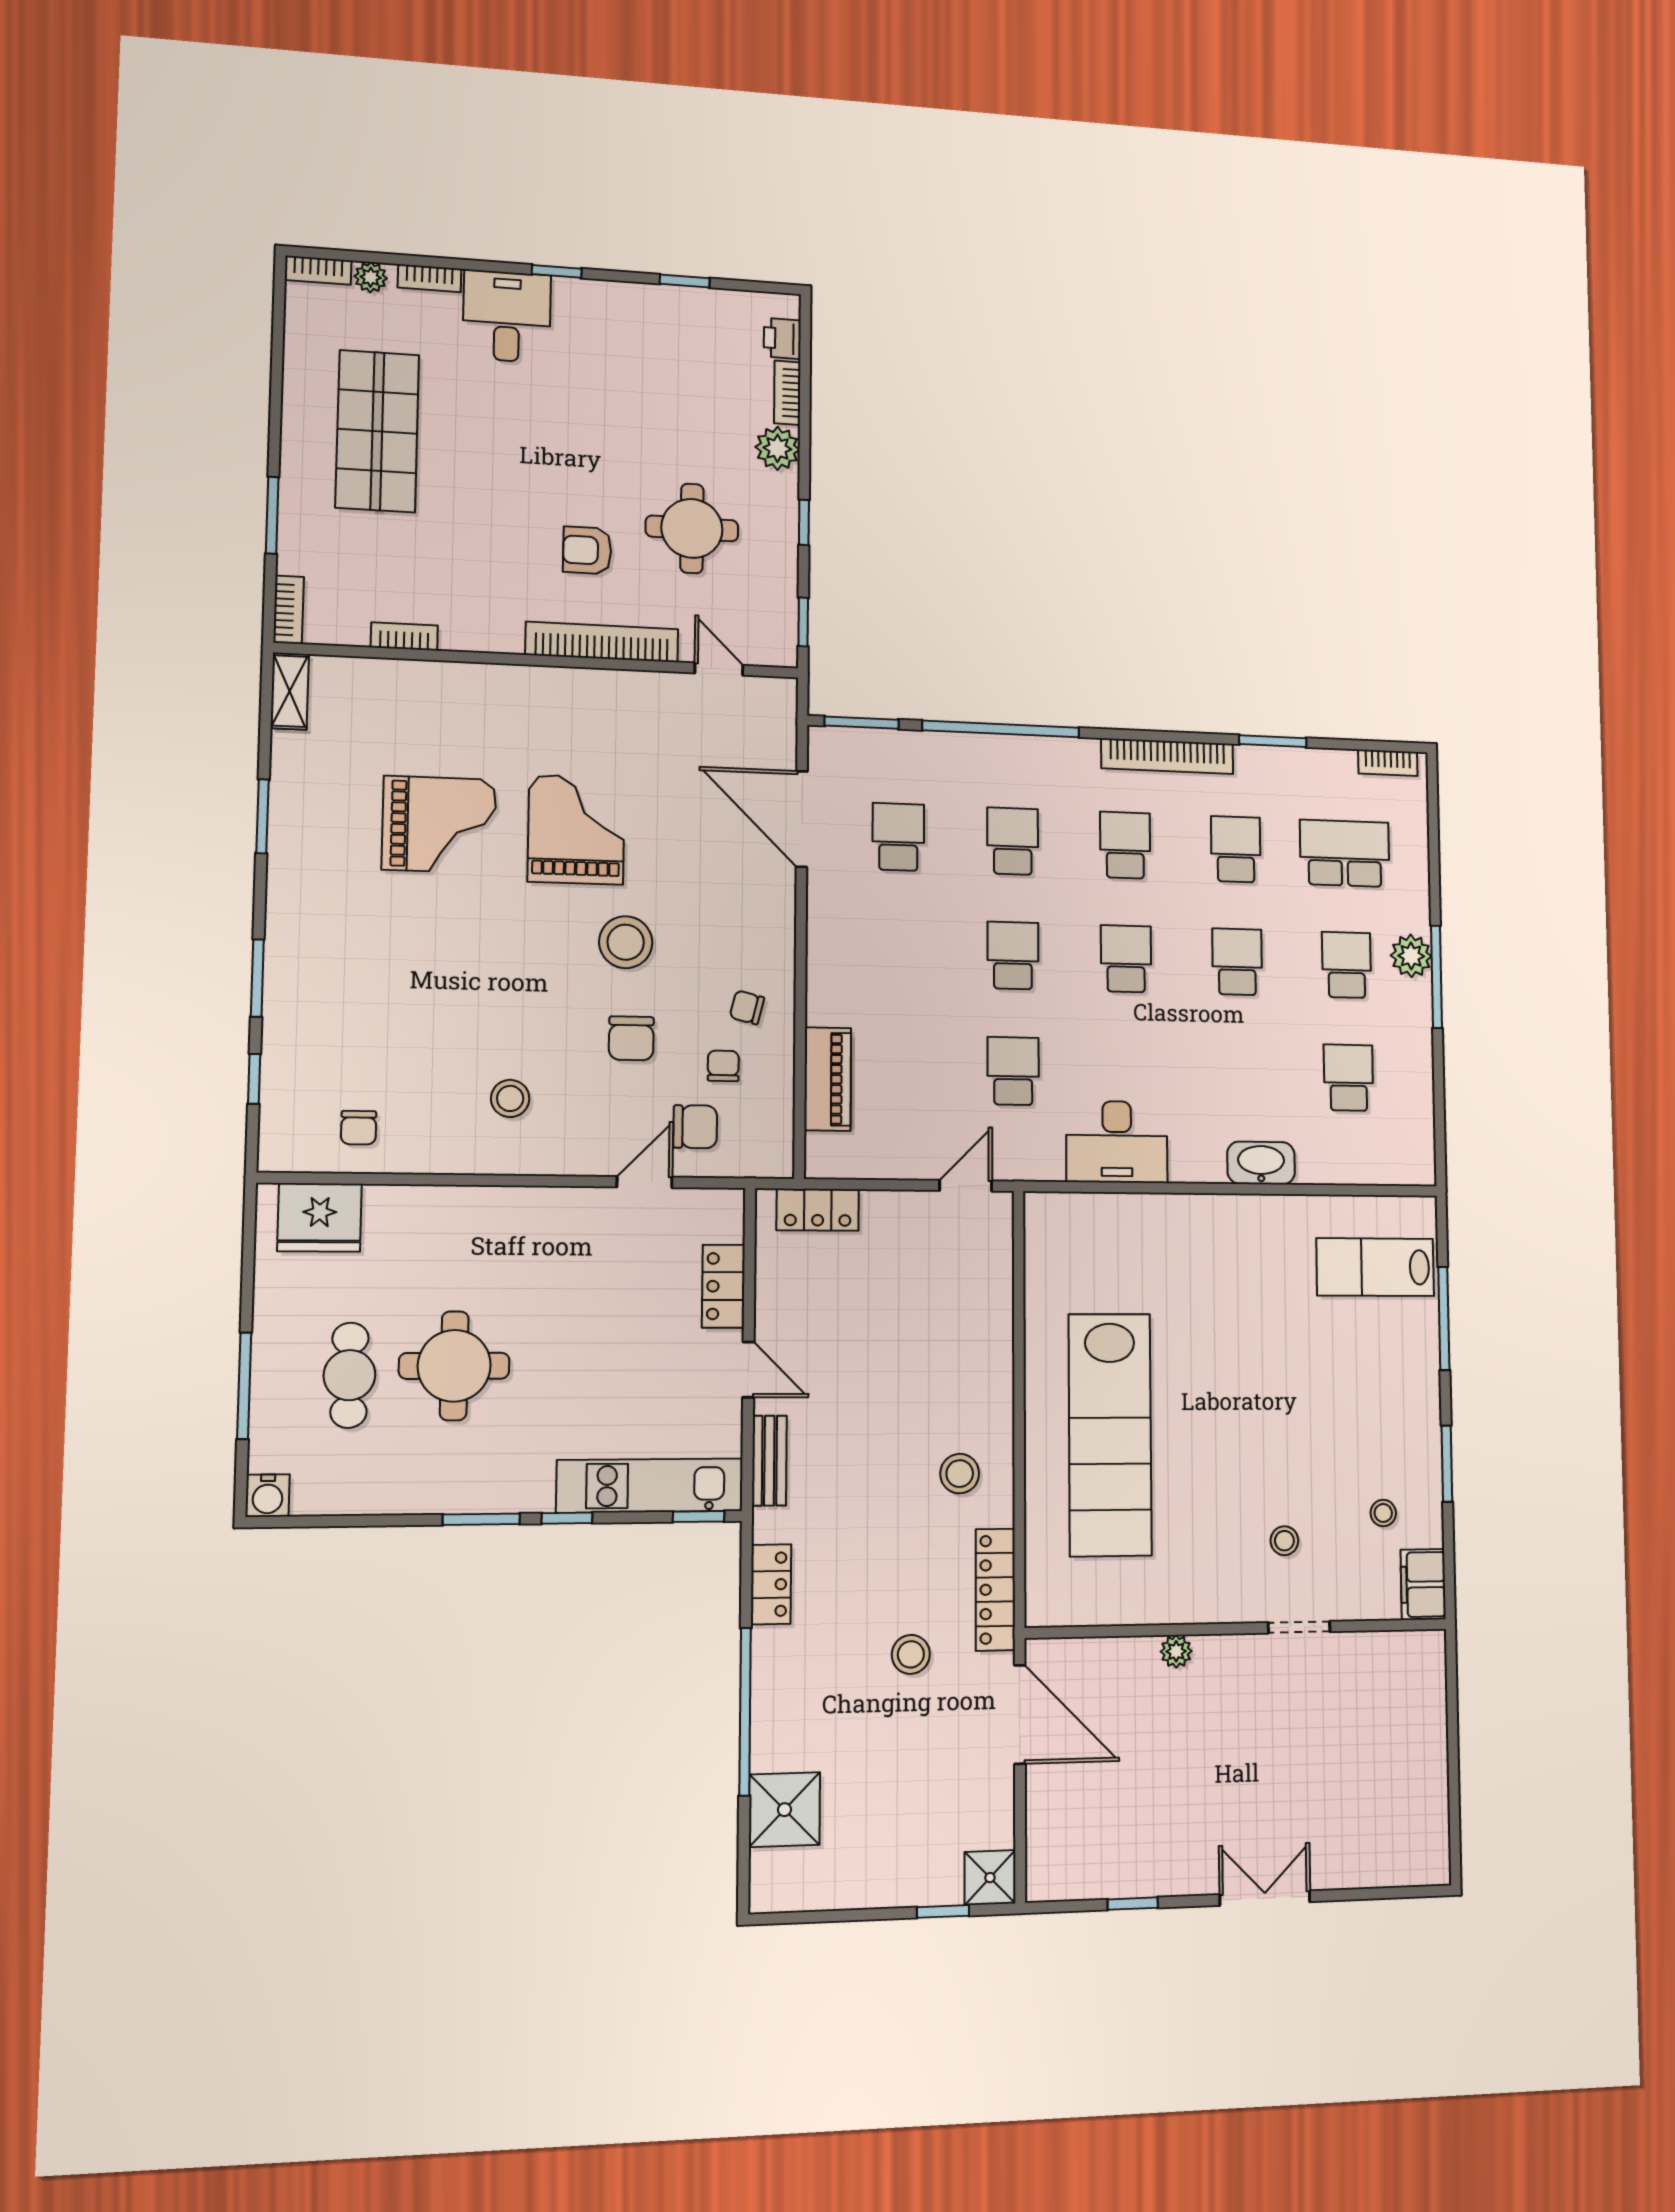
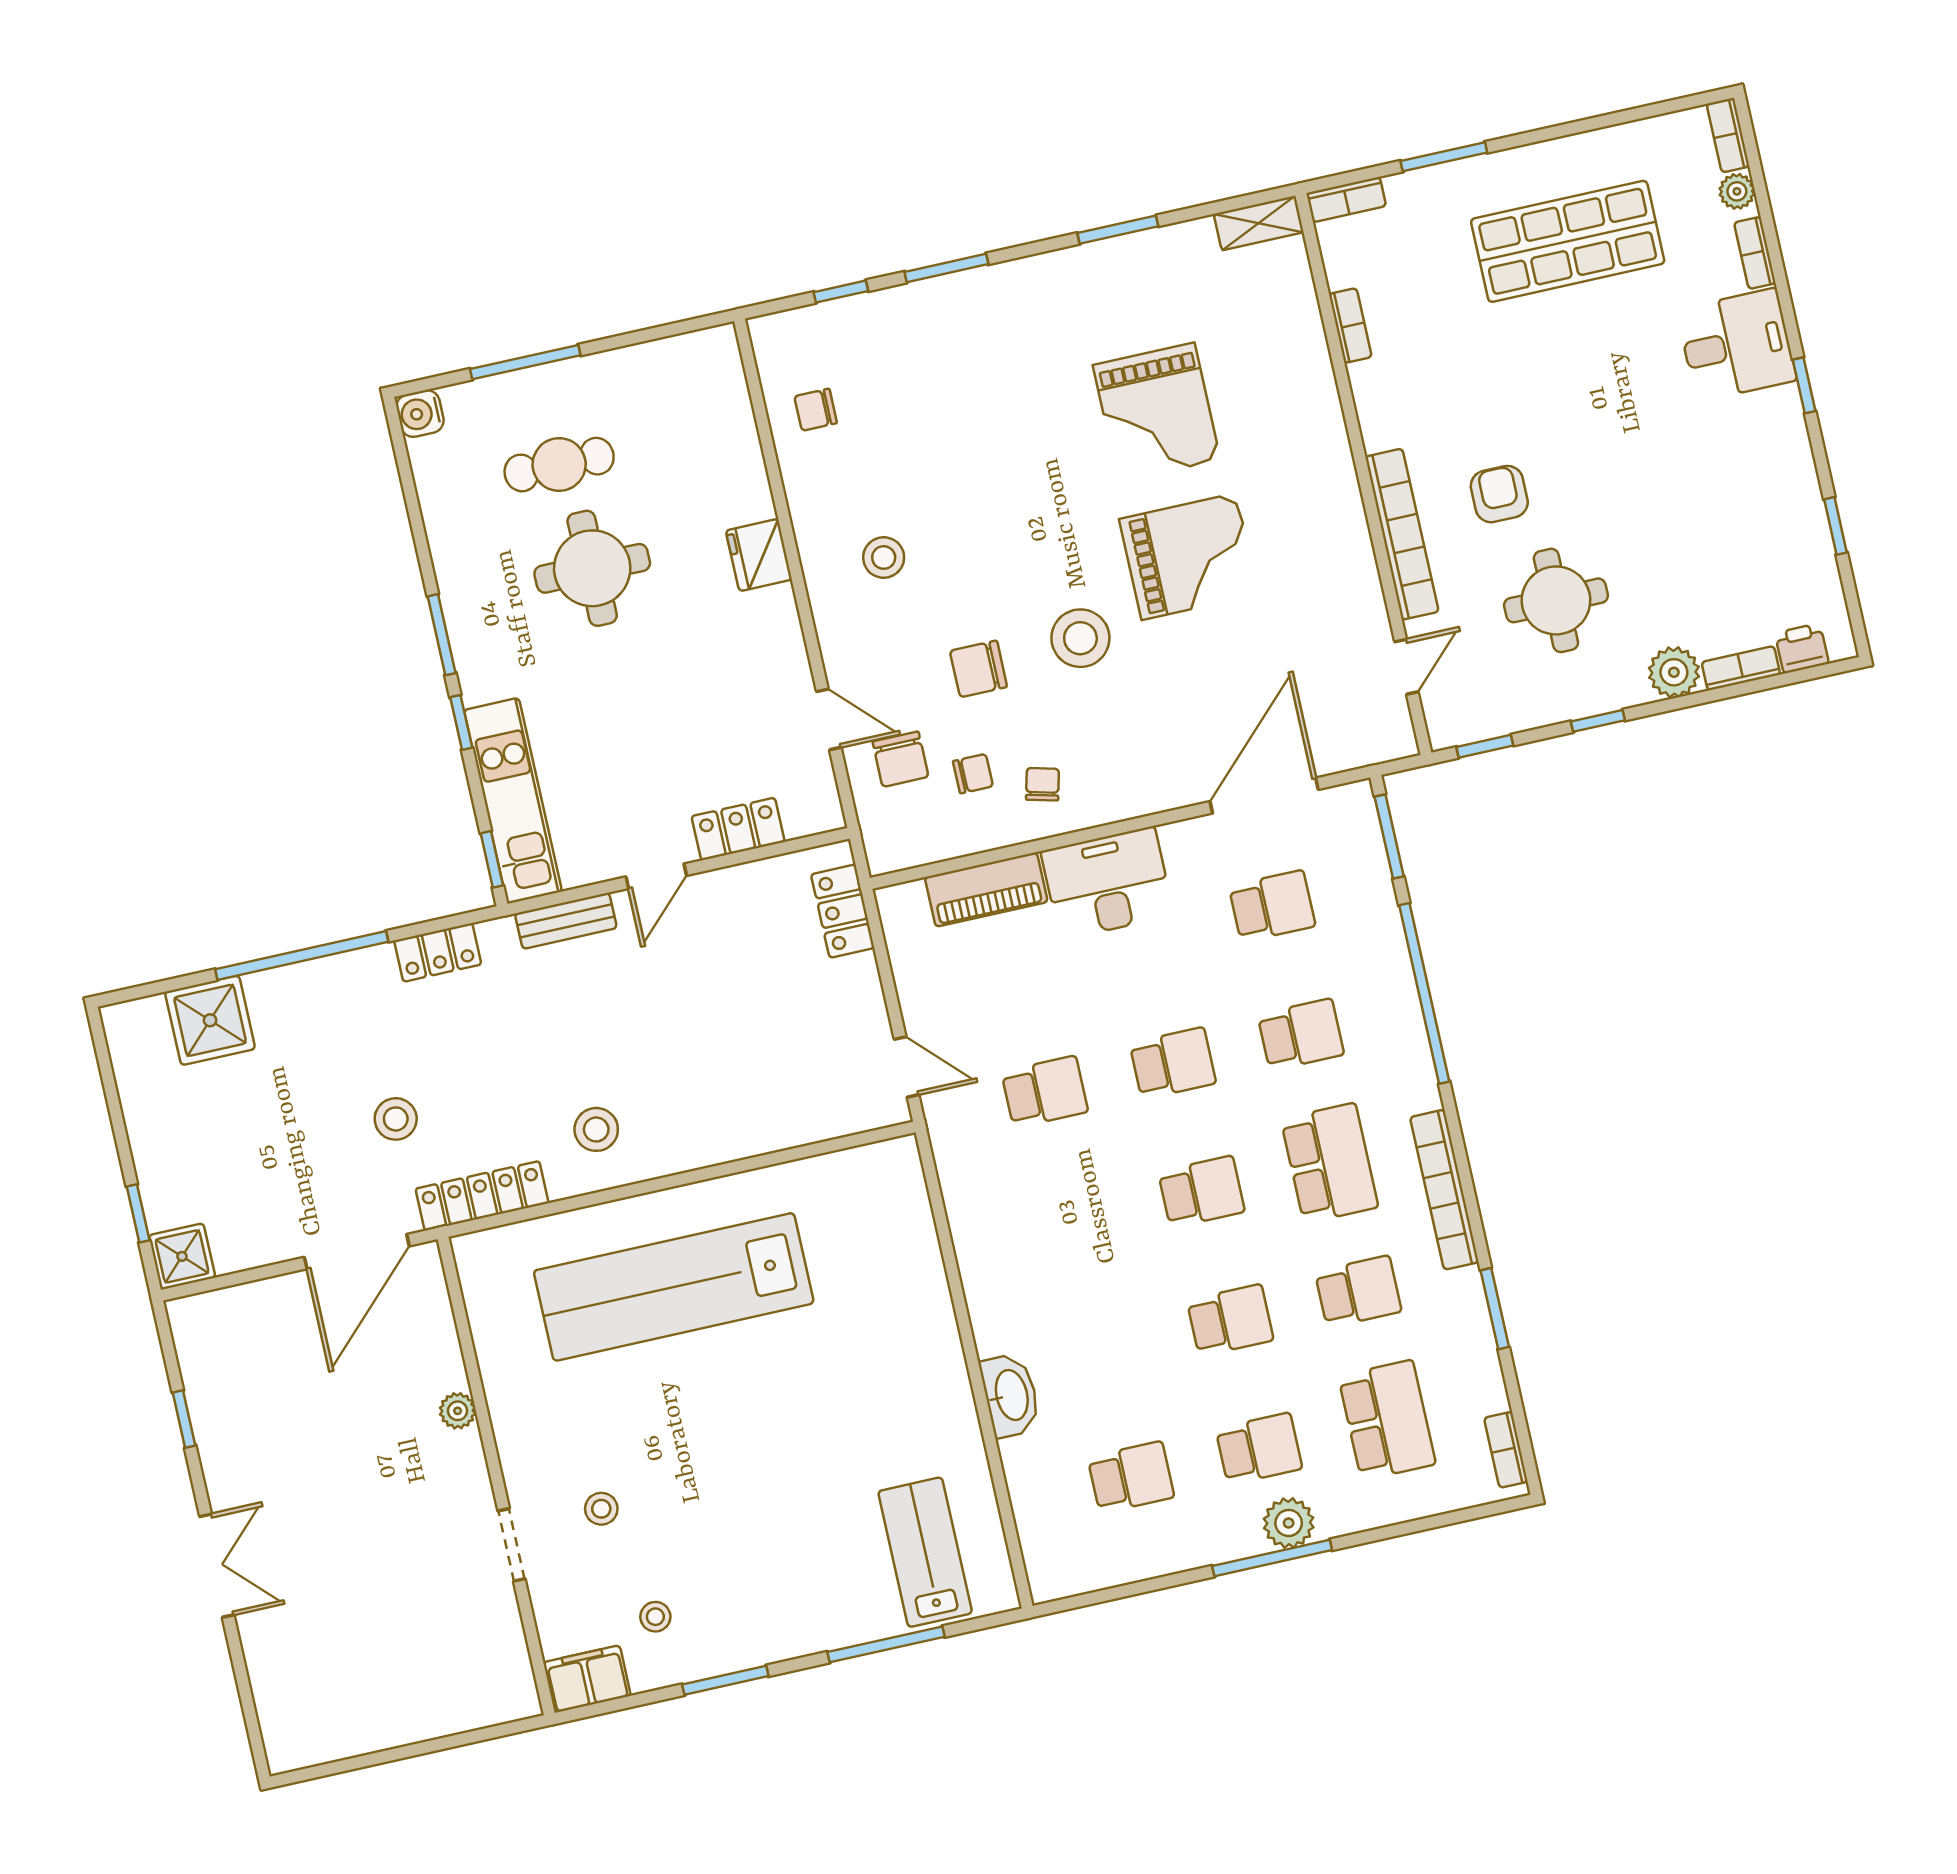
school desk: (1125, 845) -> (1330, 1163), width x1.85
desk: (1117, 1142) -> (1107, 883), moved, turned 90
fridge: (320, 1217) -> (759, 555), moved, width x0.73, depth x0.75

